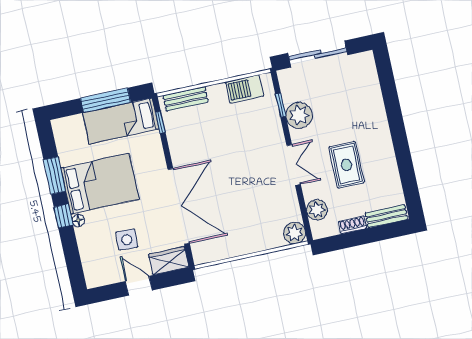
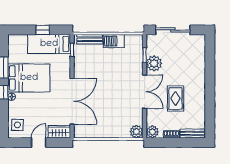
barbecue: (245, 89) -> (114, 41), moved
window: (106, 100) -> (43, 30), width x0.46
double door: (294, 165) -> (145, 92), width x1.37
plant: (317, 210) -> (152, 132), moved
side table: (127, 240) -> (17, 125), moved
door: (139, 286) -> (39, 143), hinge flipped

